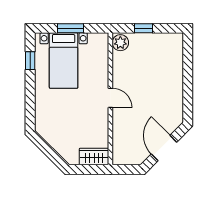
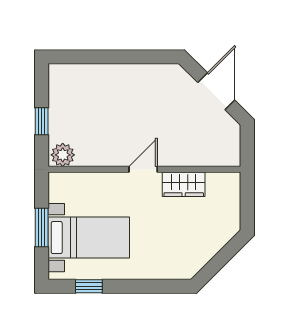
door: (164, 148) -> (216, 91), swing flipped
wardrobe: (94, 156) -> (184, 184), moved, turned -90

